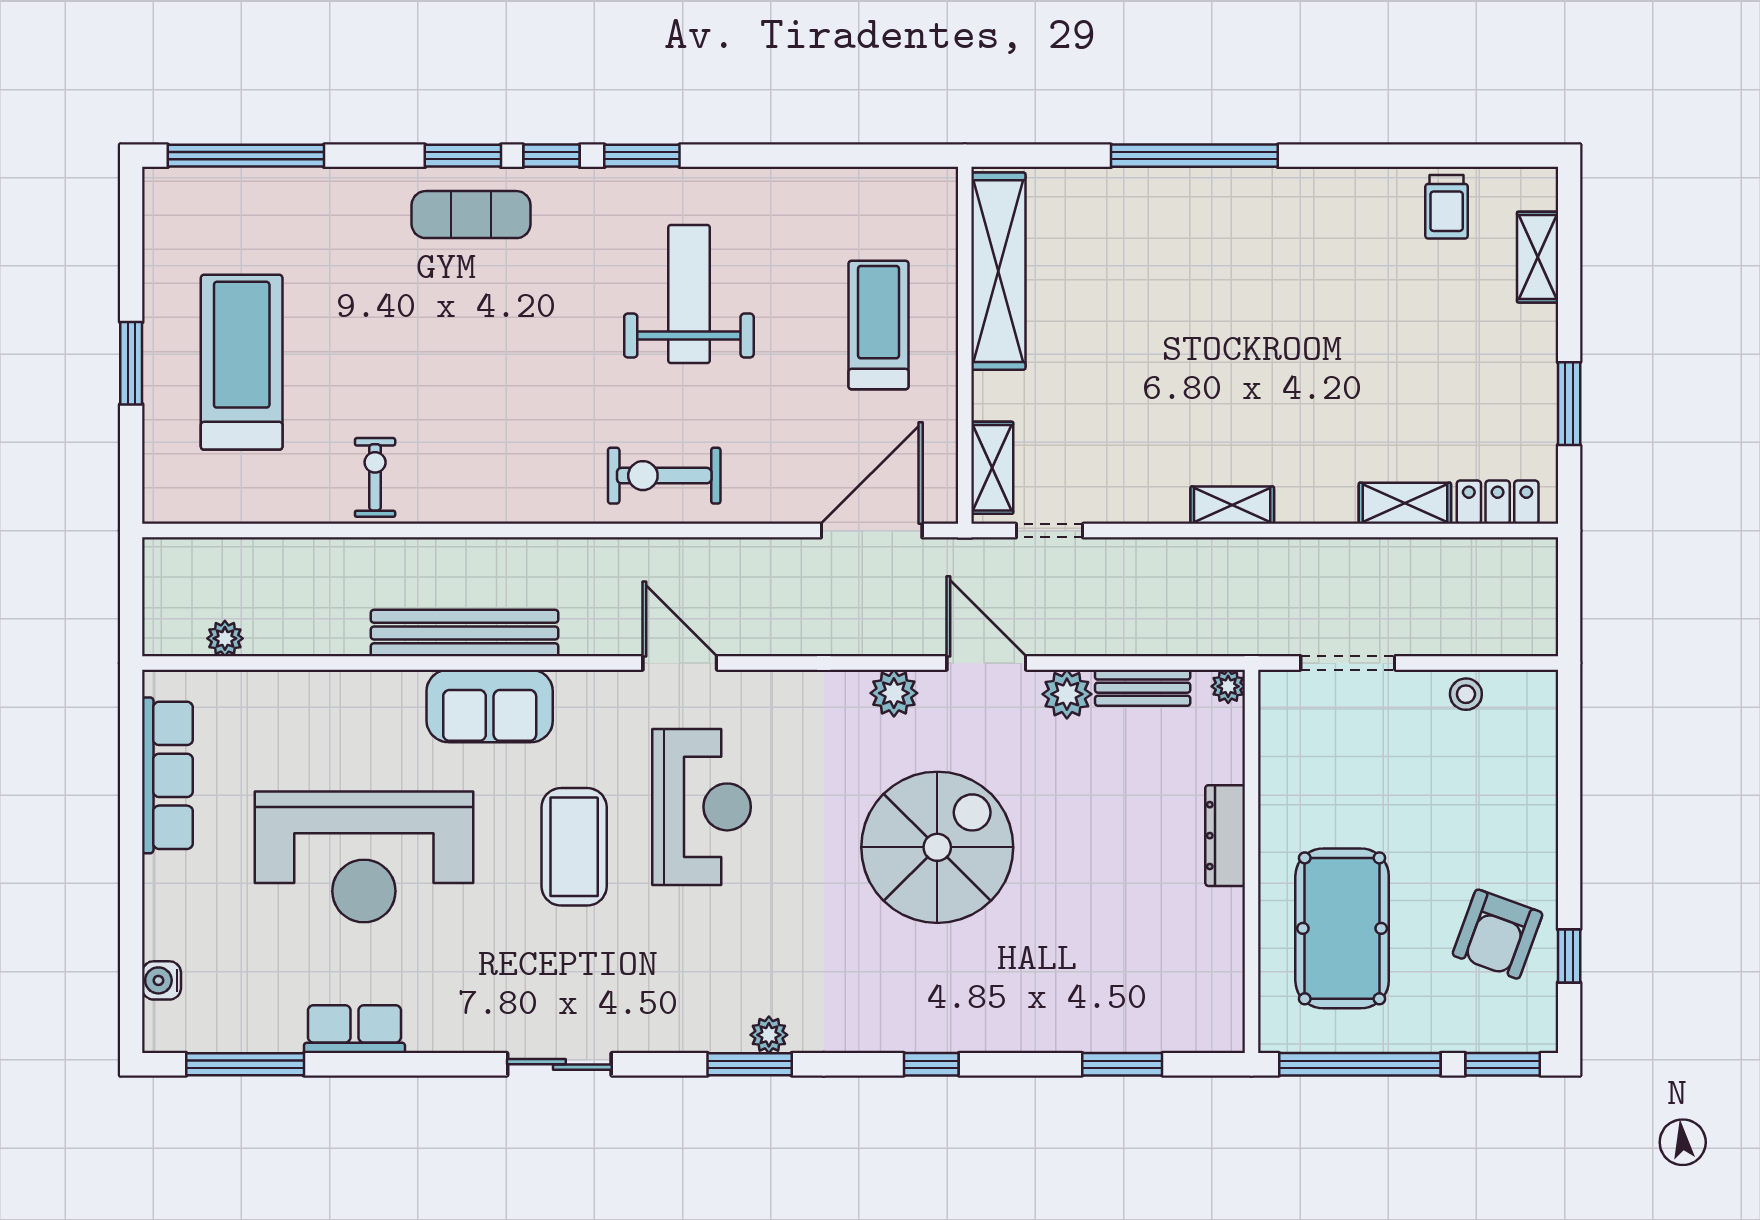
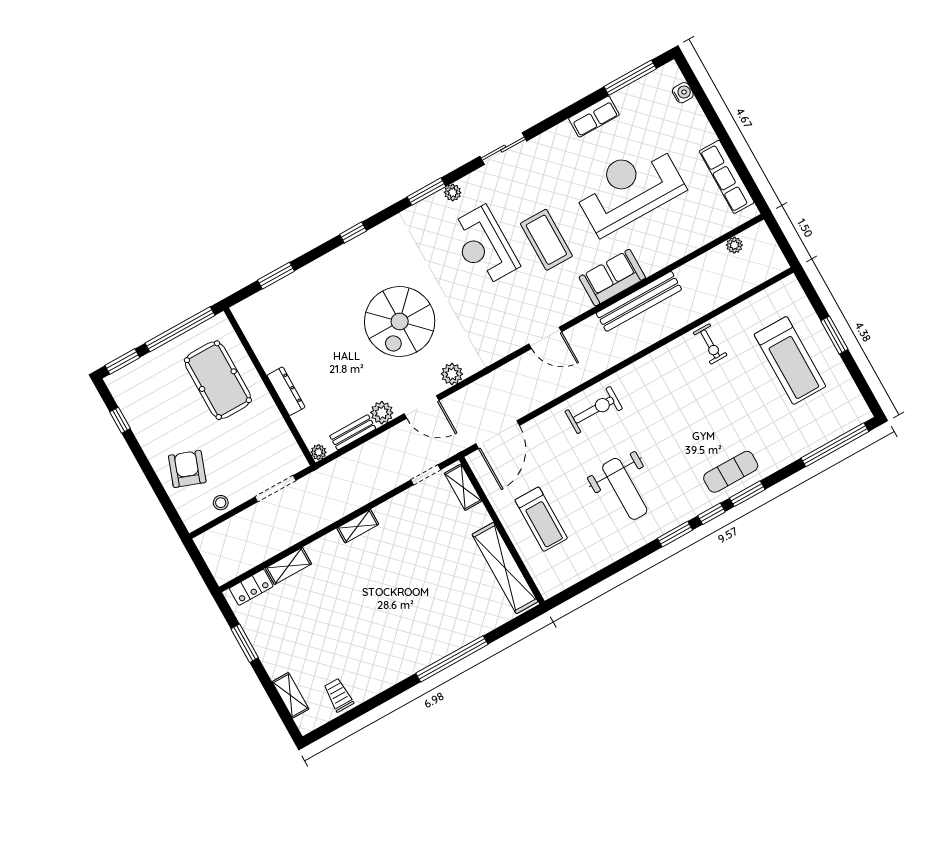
reception desk: (702, 807) -> (484, 246), moved
armchair: (1498, 934) -> (187, 469), moved
plant: (769, 1035) -> (453, 192), moved

